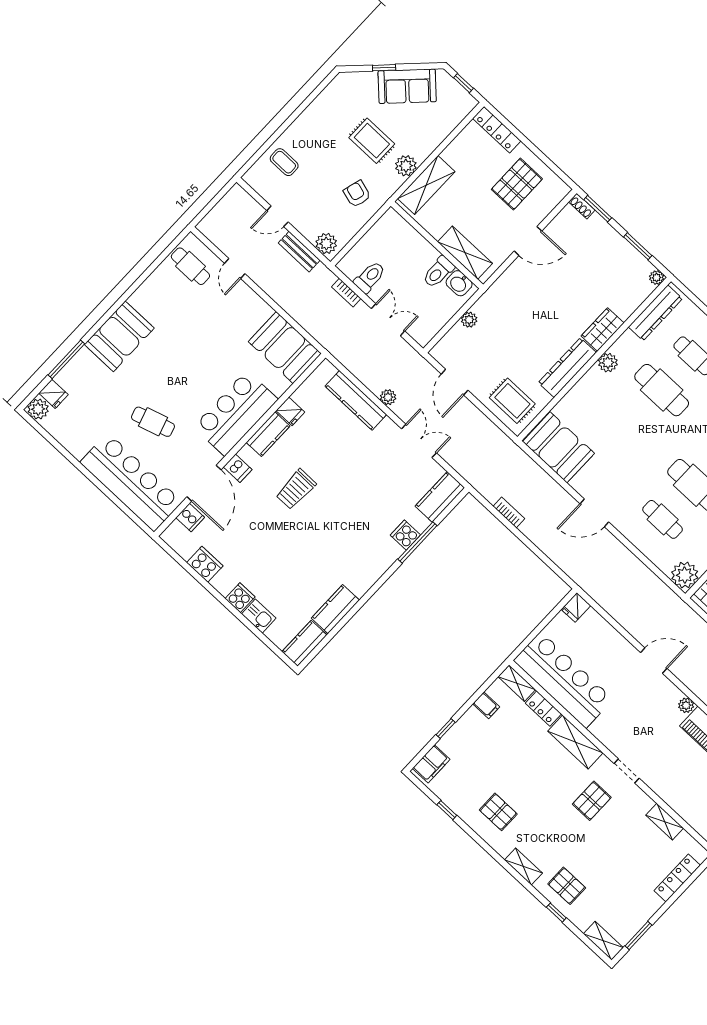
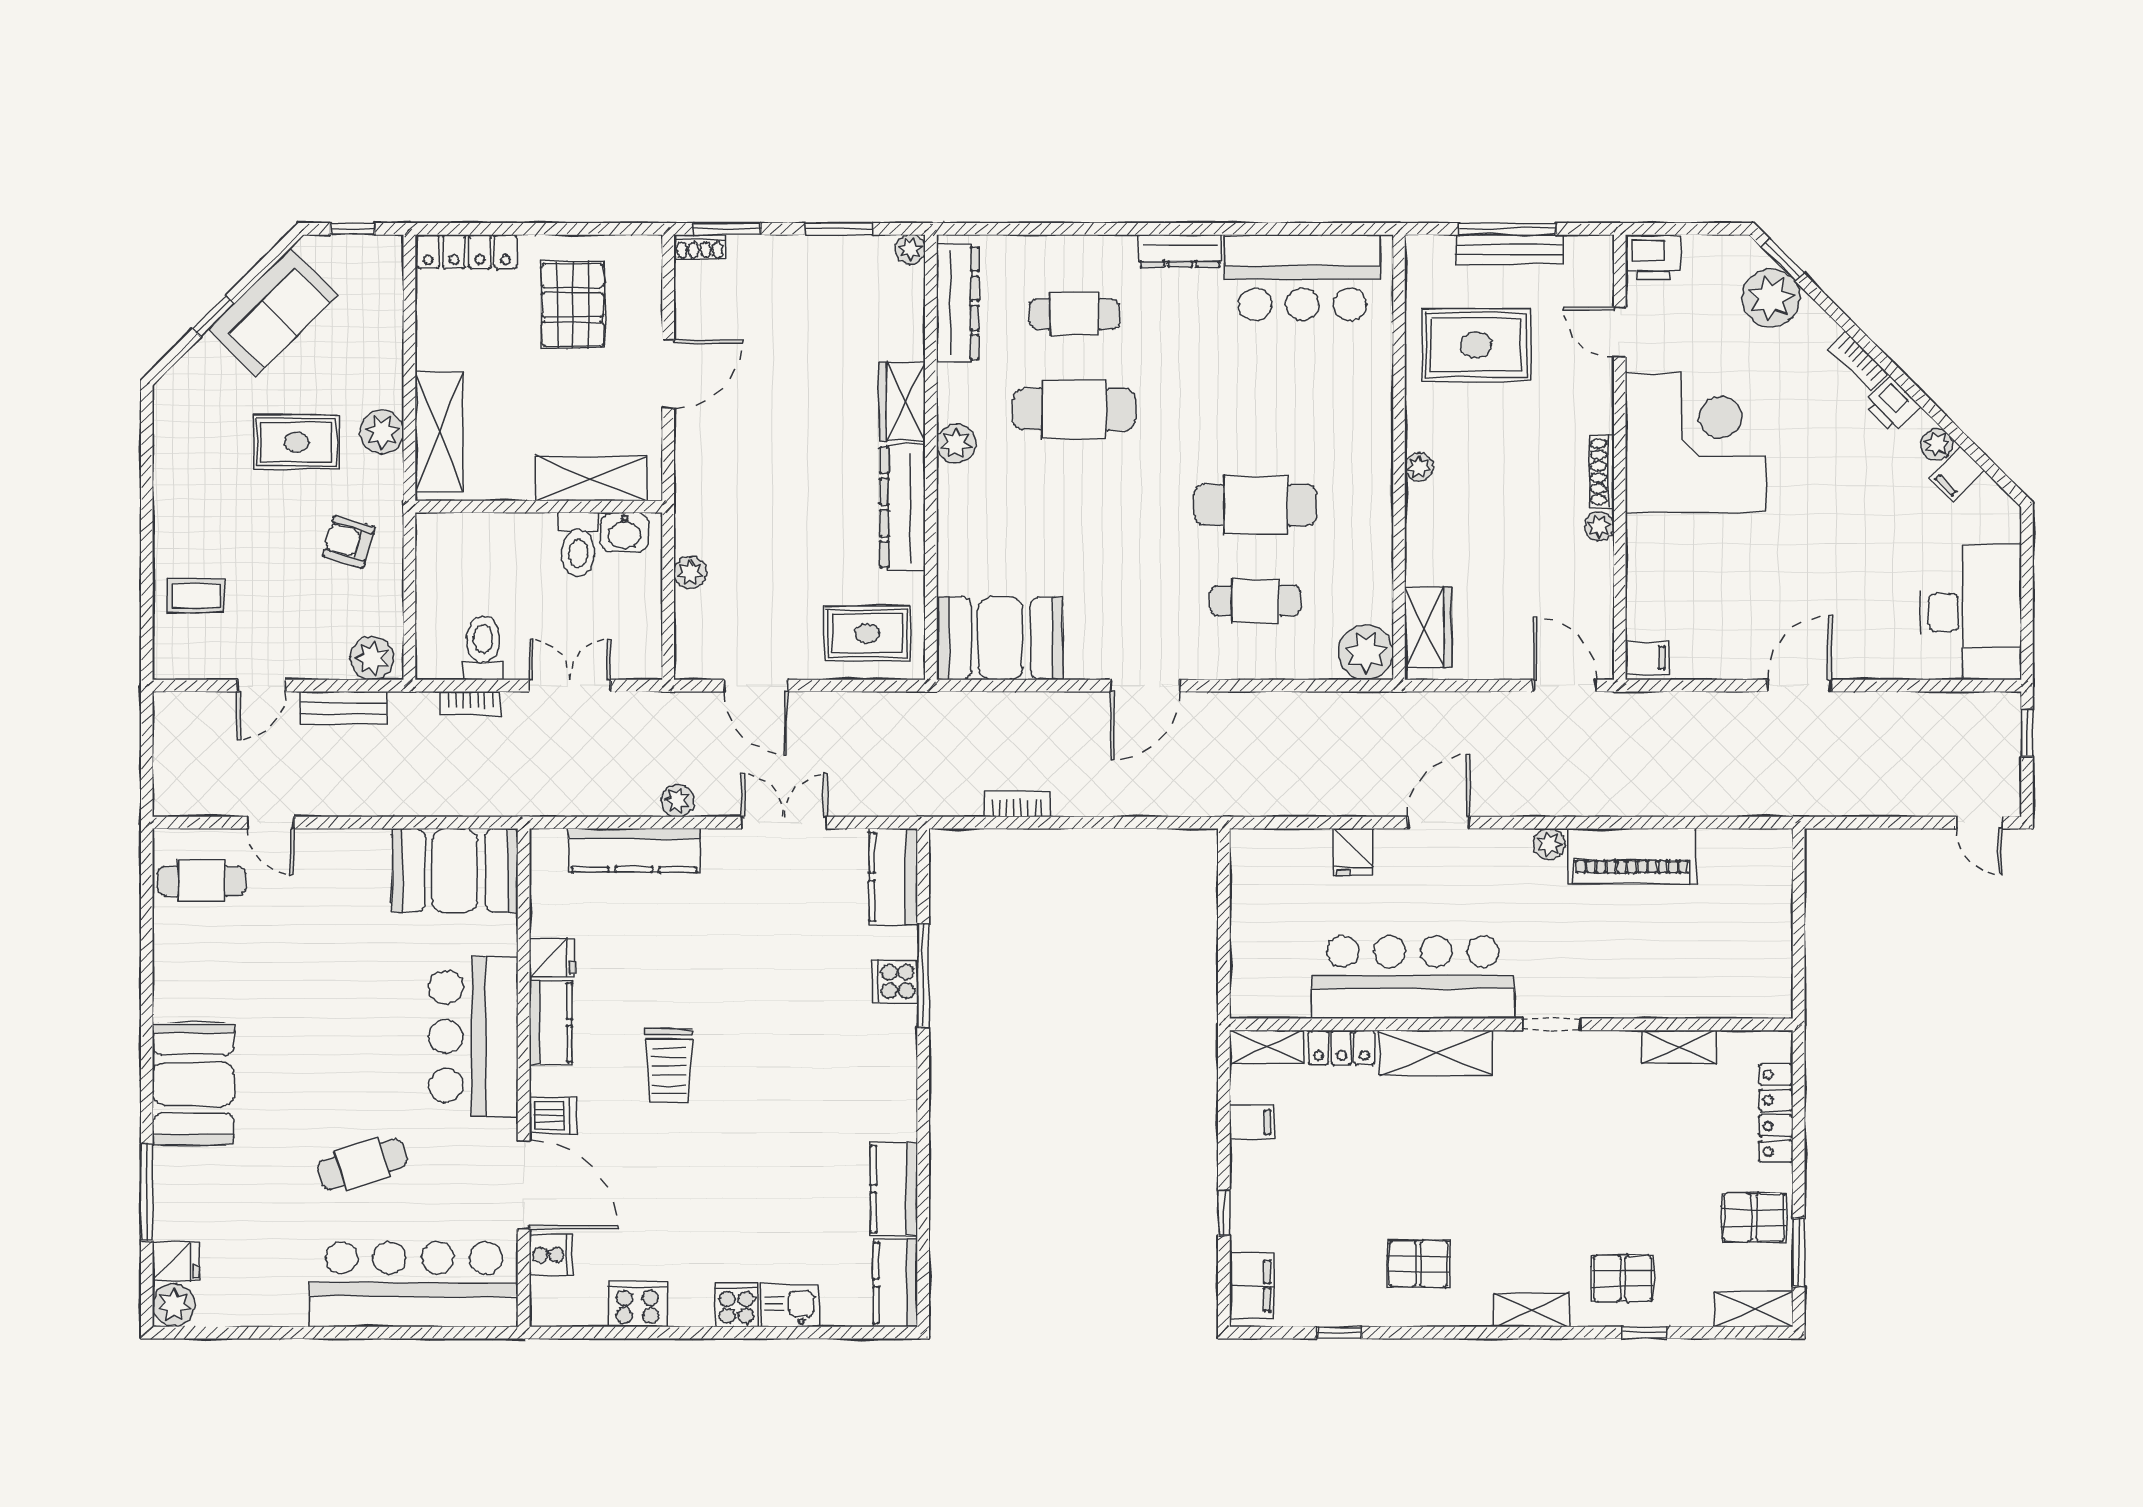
fridge: (576, 607) -> (1353, 852), moved
bar counter: (563, 680) -> (1413, 977), moved
pallet: (592, 801) -> (1754, 1218), moved, turned 90

